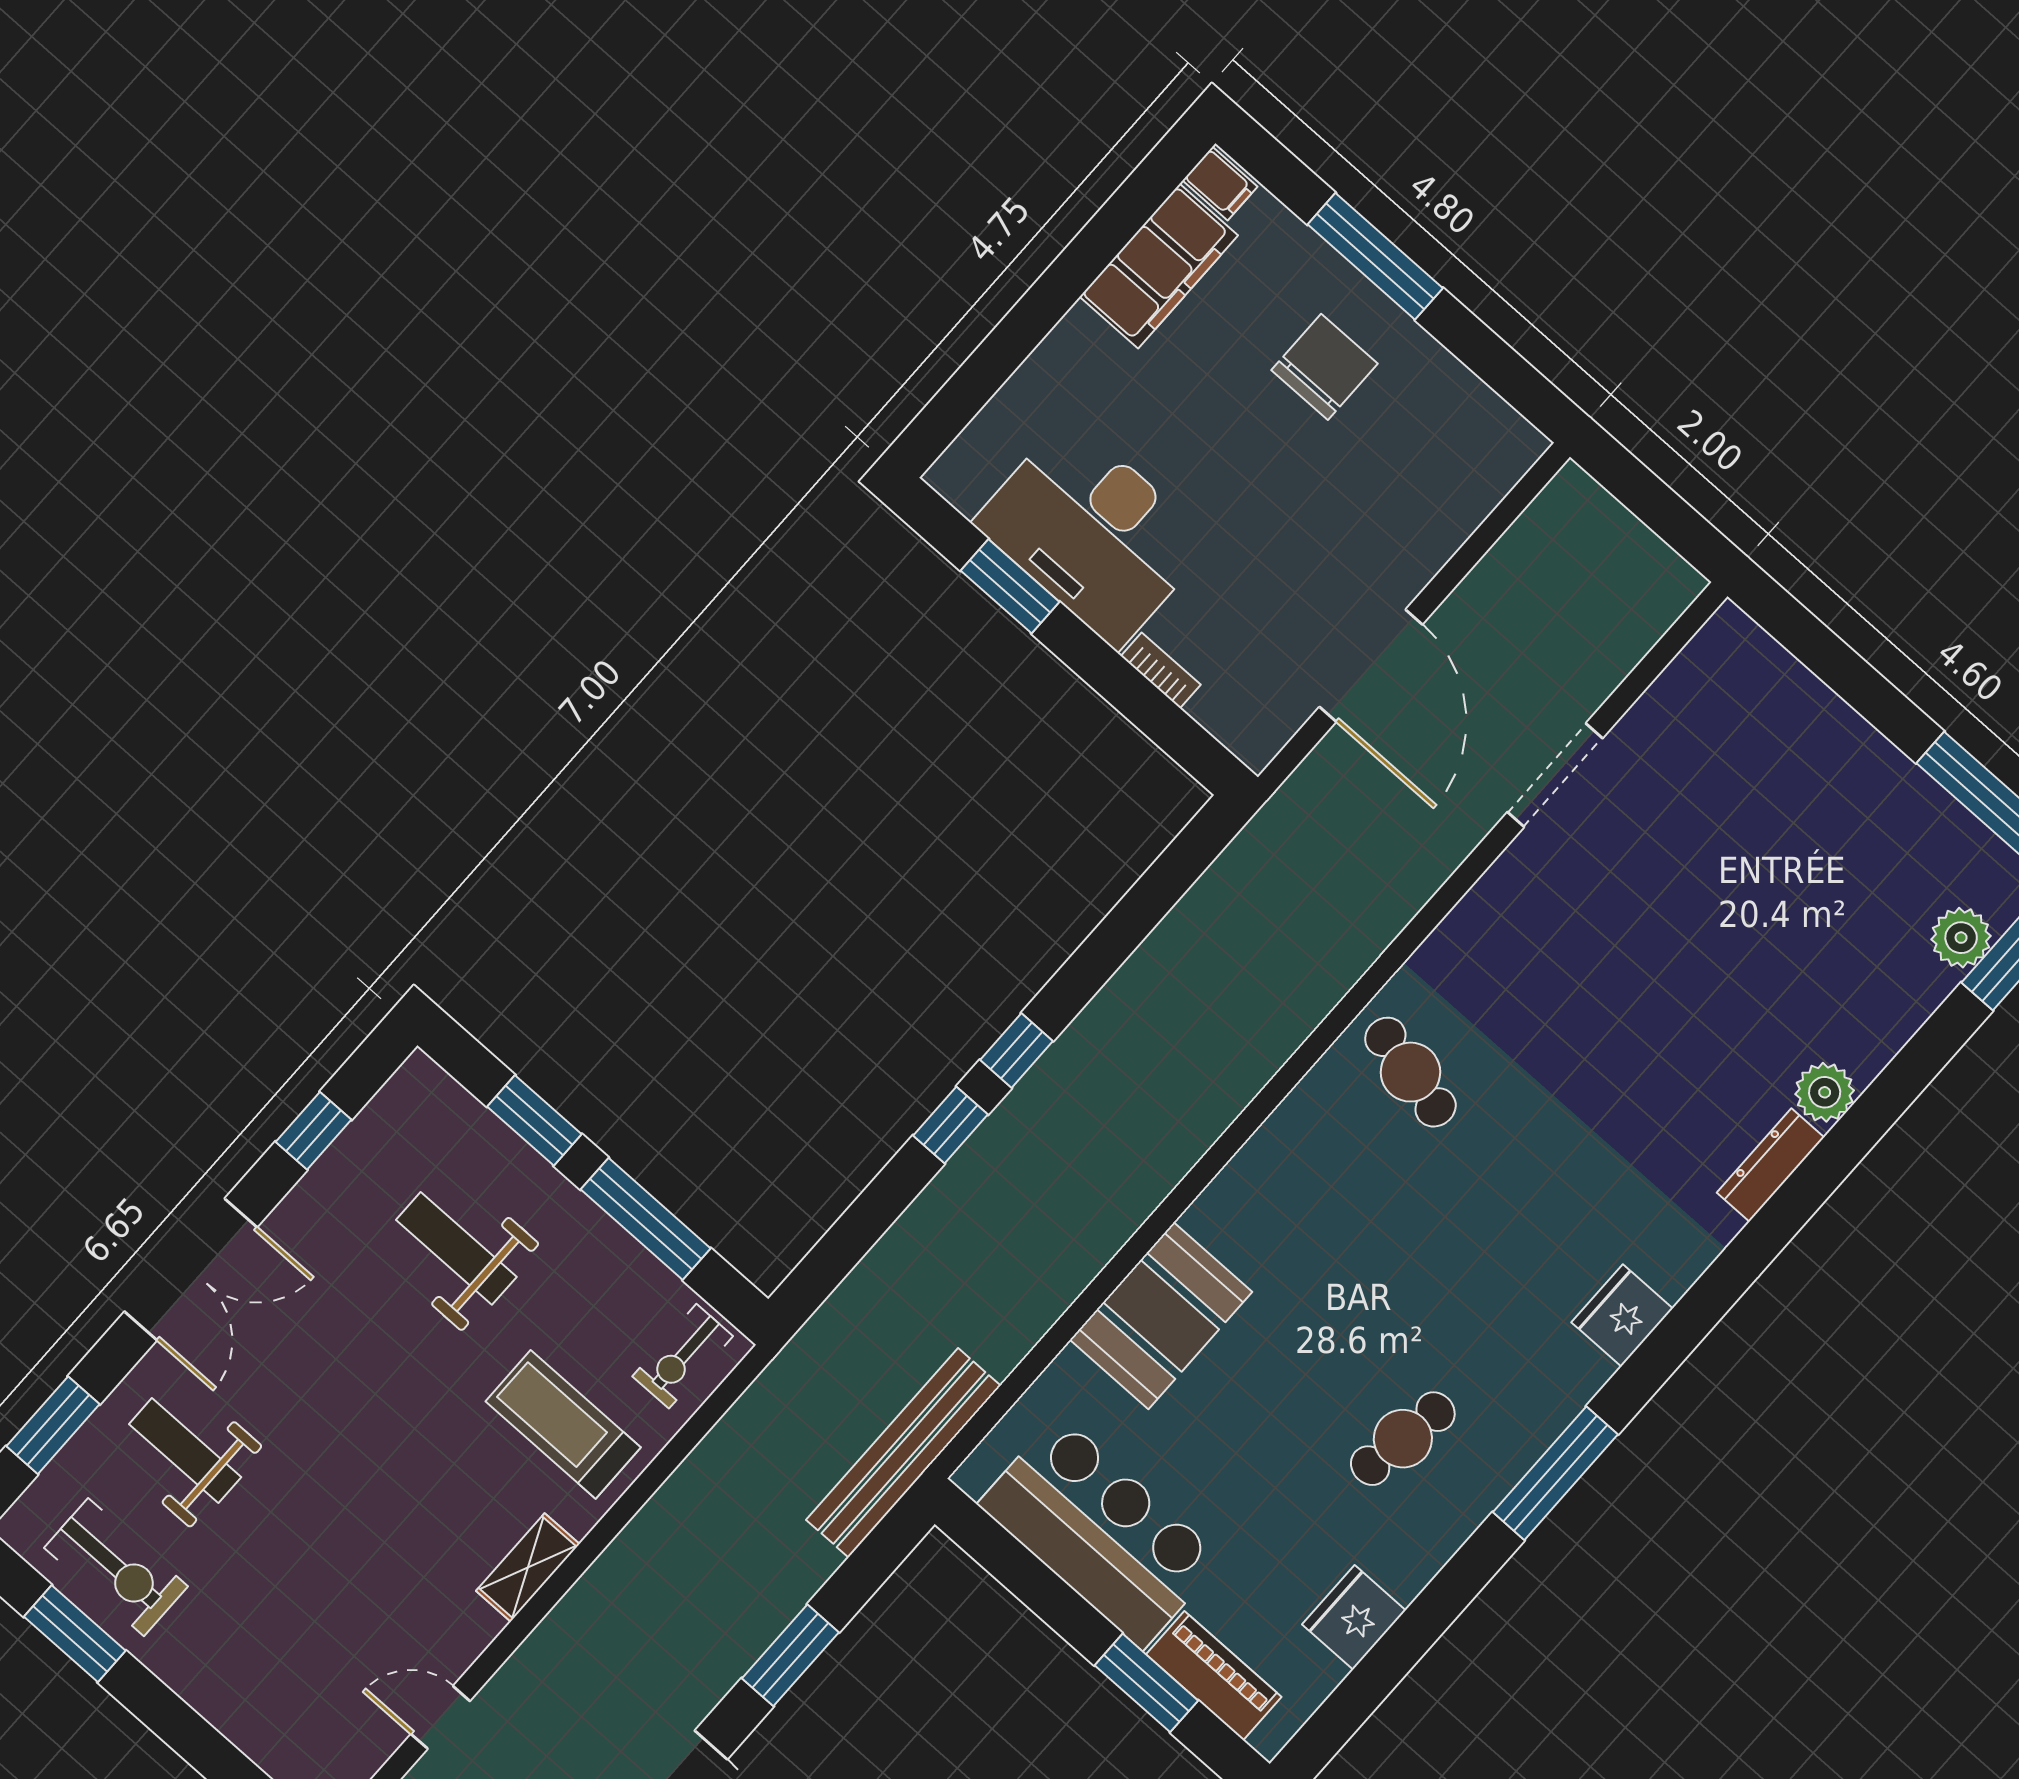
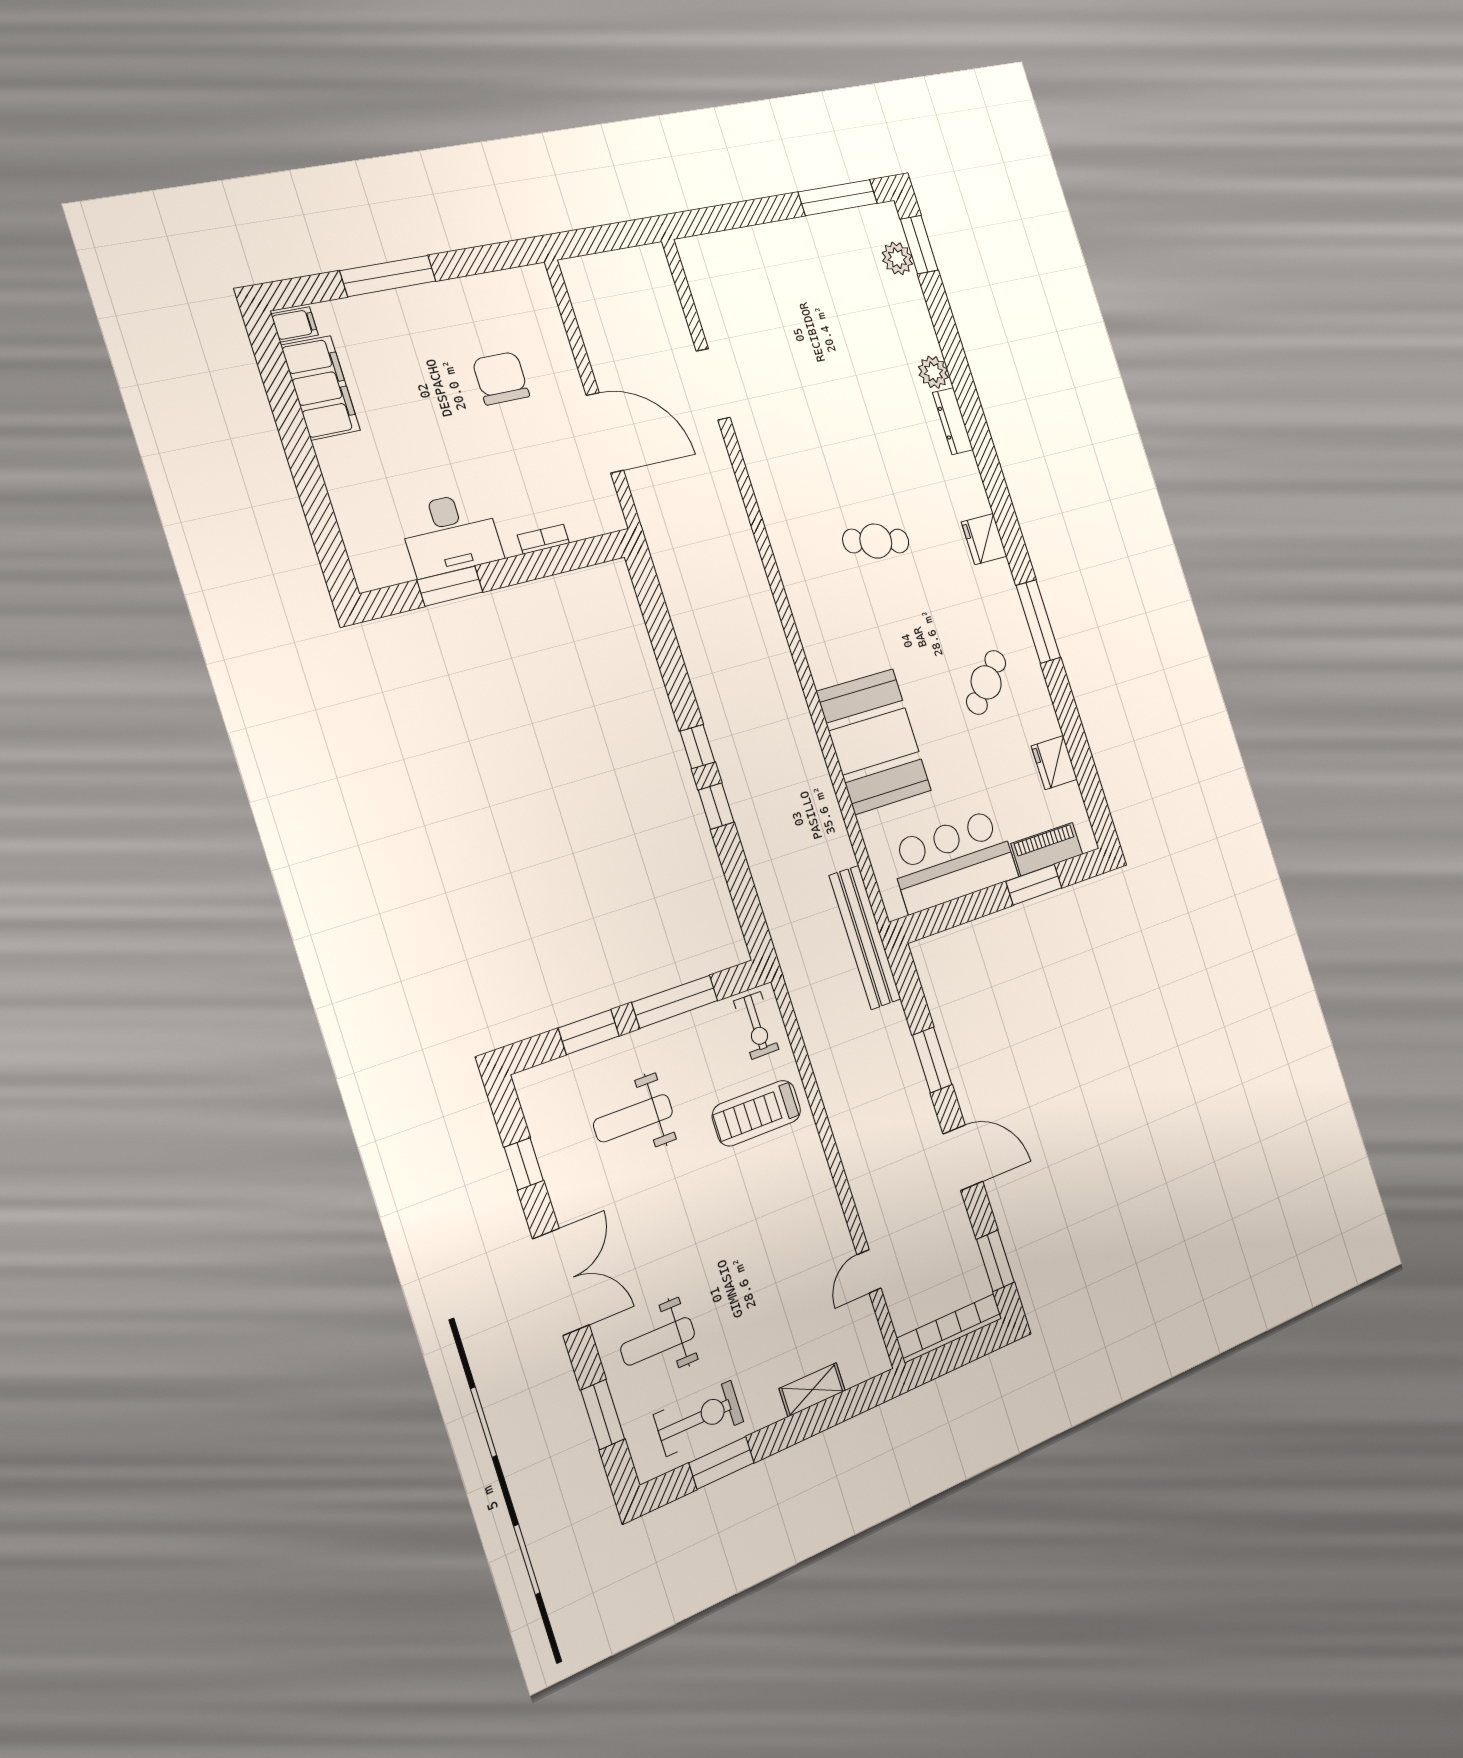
chair: (1325, 367) -> (501, 378), moved
desk: (1093, 533) -> (451, 534), width x0.73, depth x0.77
cafe table: (1410, 1072) -> (876, 541), moved
booth: (1161, 1316) -> (874, 741), width x1.36, depth x1.42
cafe table: (1403, 1439) -> (986, 682), turned 36
shelving: (528, 1567) -> (812, 1390), moved, turned 90

